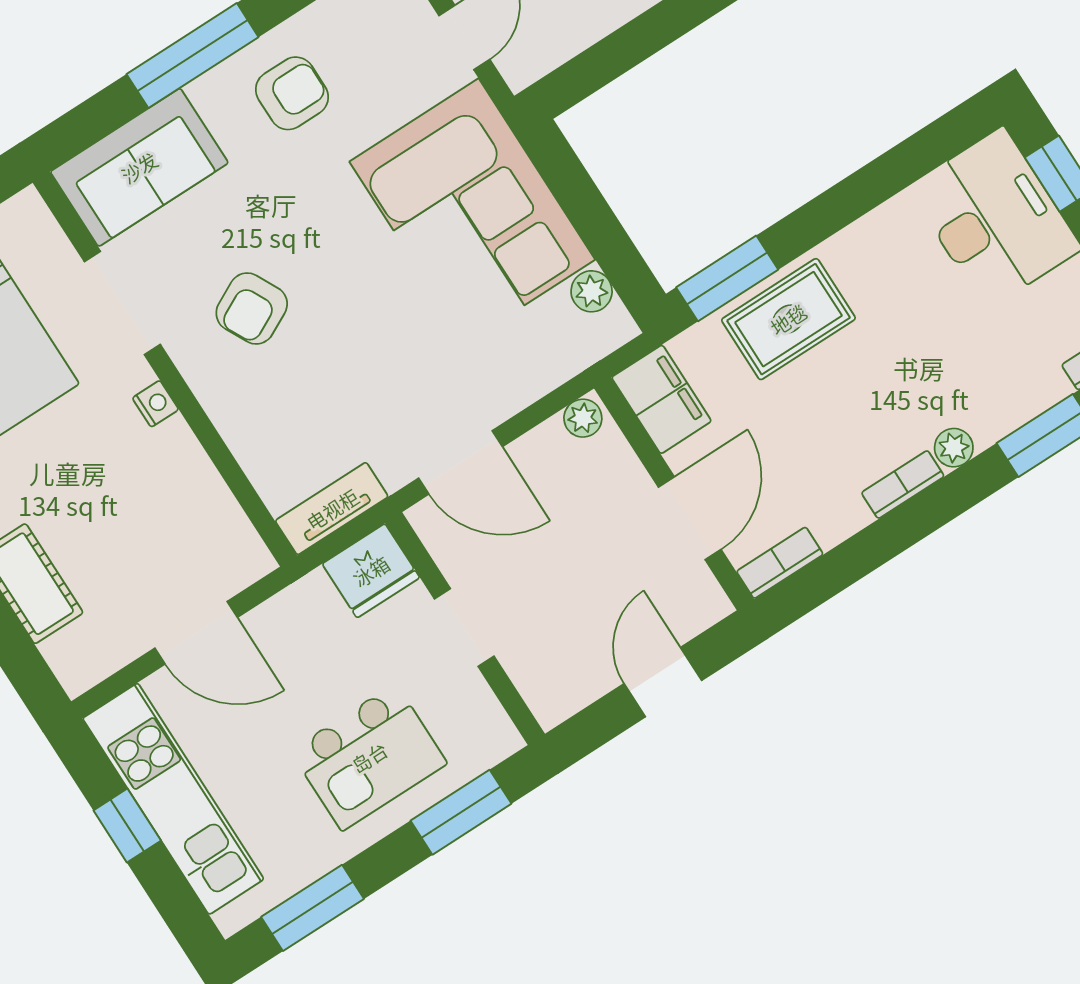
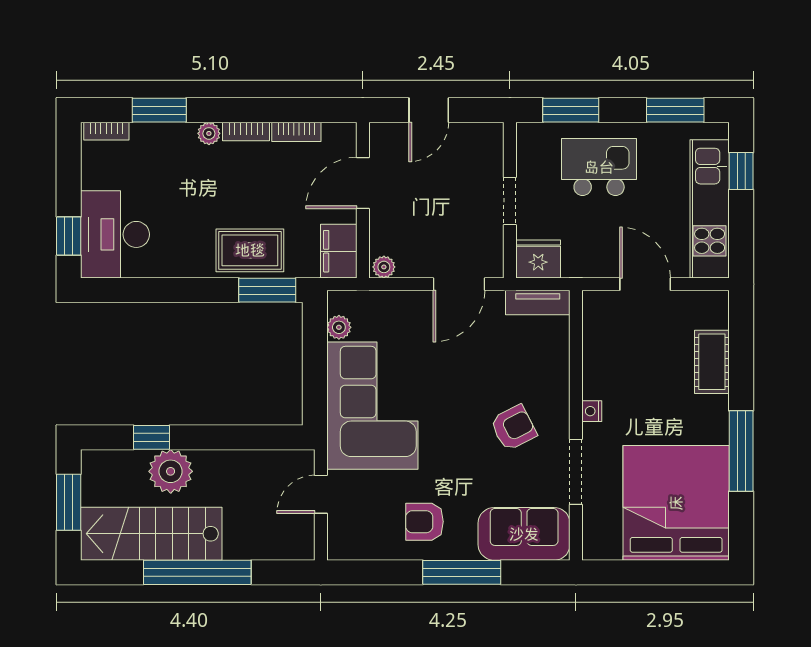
door: (460, 462) -> (459, 284), swing flipped
bookcase: (780, 563) -> (296, 132), moved
window: (127, 826) -> (741, 171), moved

